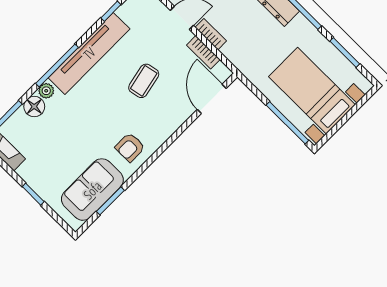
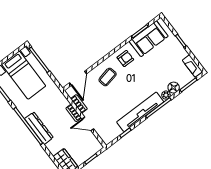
coffee table: (144, 81) -> (108, 77), moved

